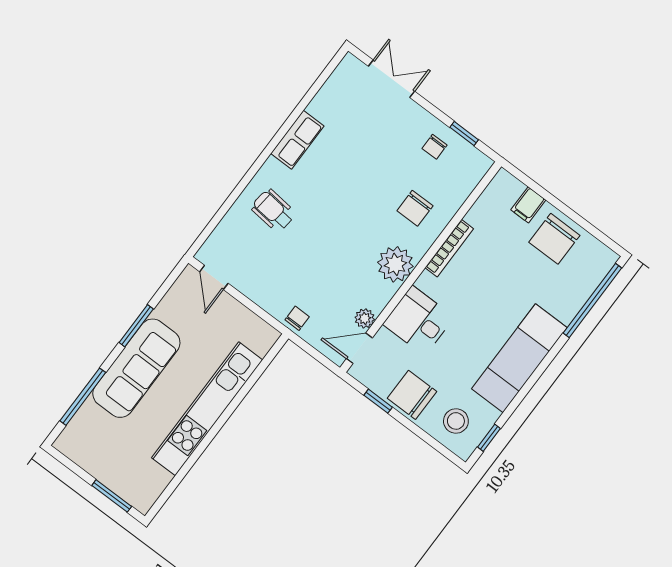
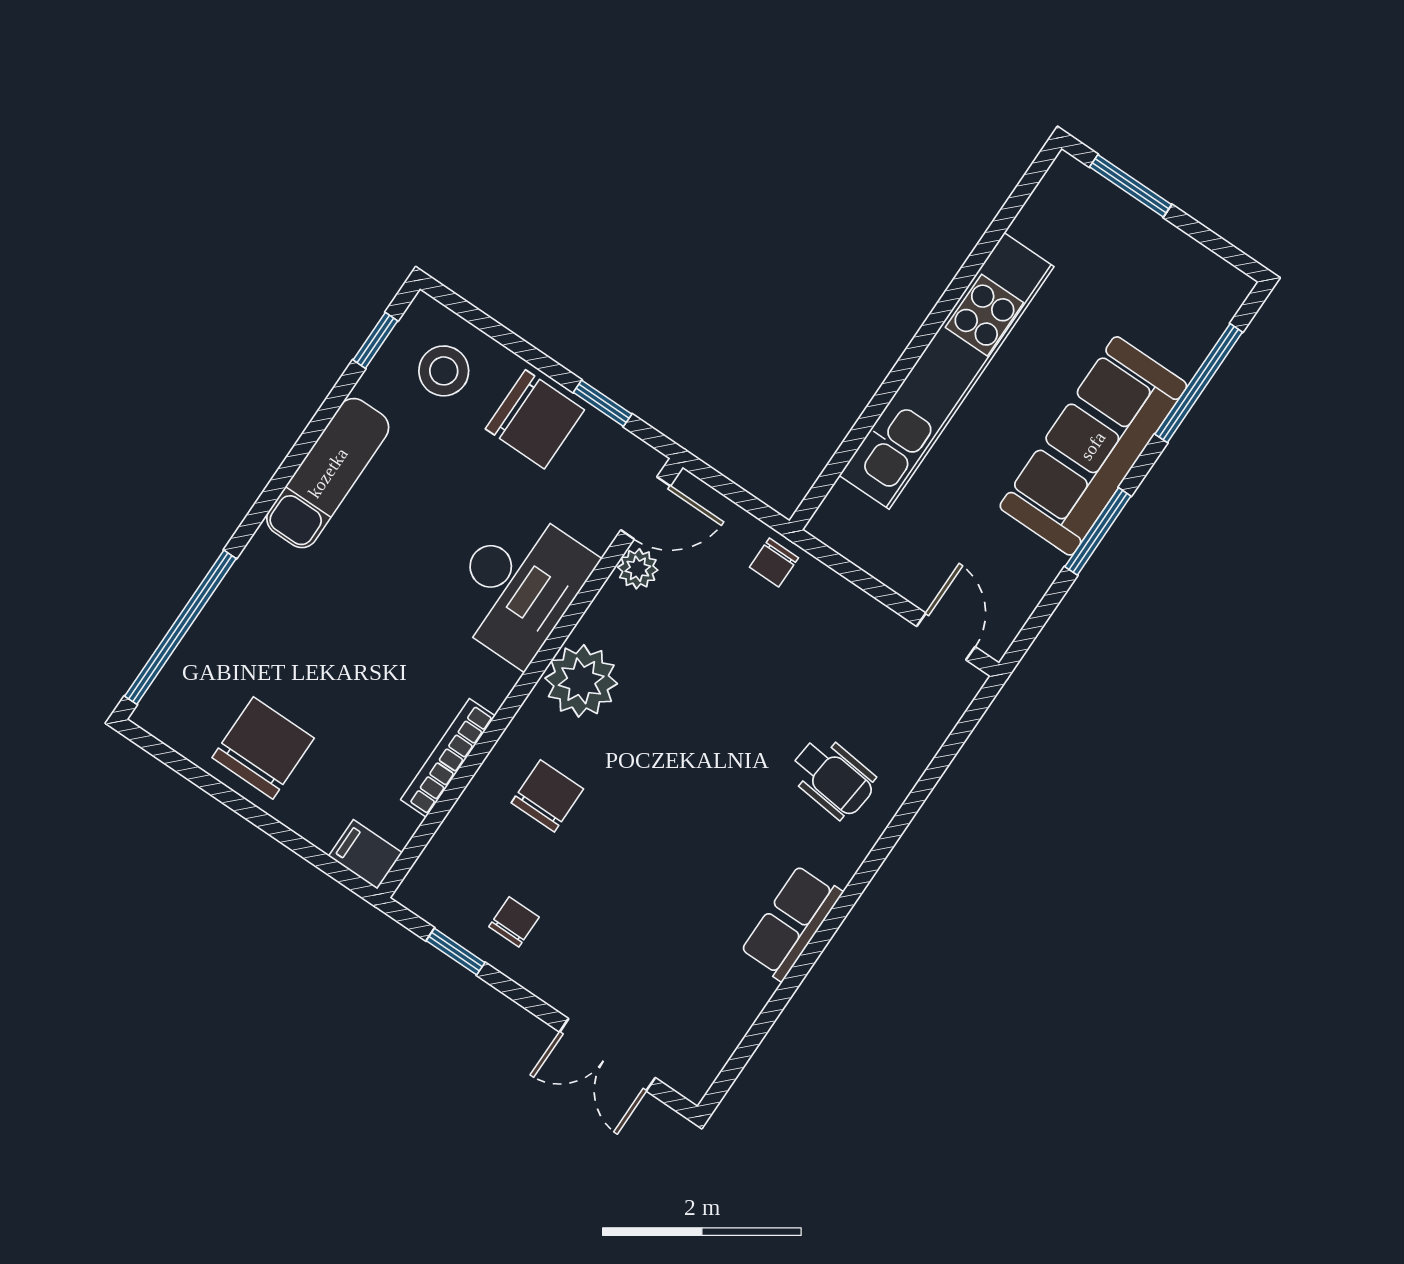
filing cabinet: (528, 205) -> (365, 854), moved, turned -90
bookcase: (449, 248) -> (448, 758), moved
desk: (419, 321) -> (519, 585), width x1.37
exam couch: (519, 358) -> (328, 473), width x0.73, depth x0.69

